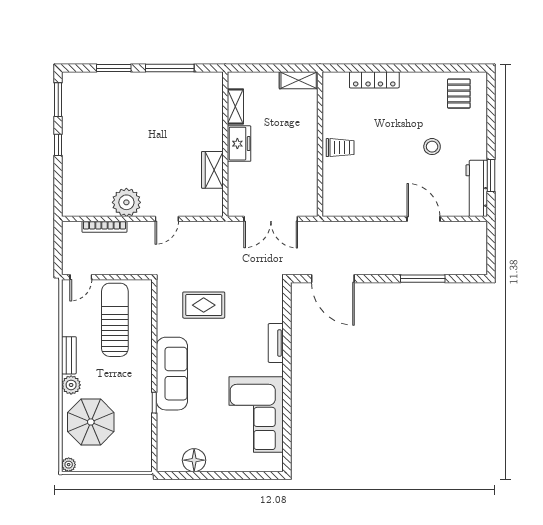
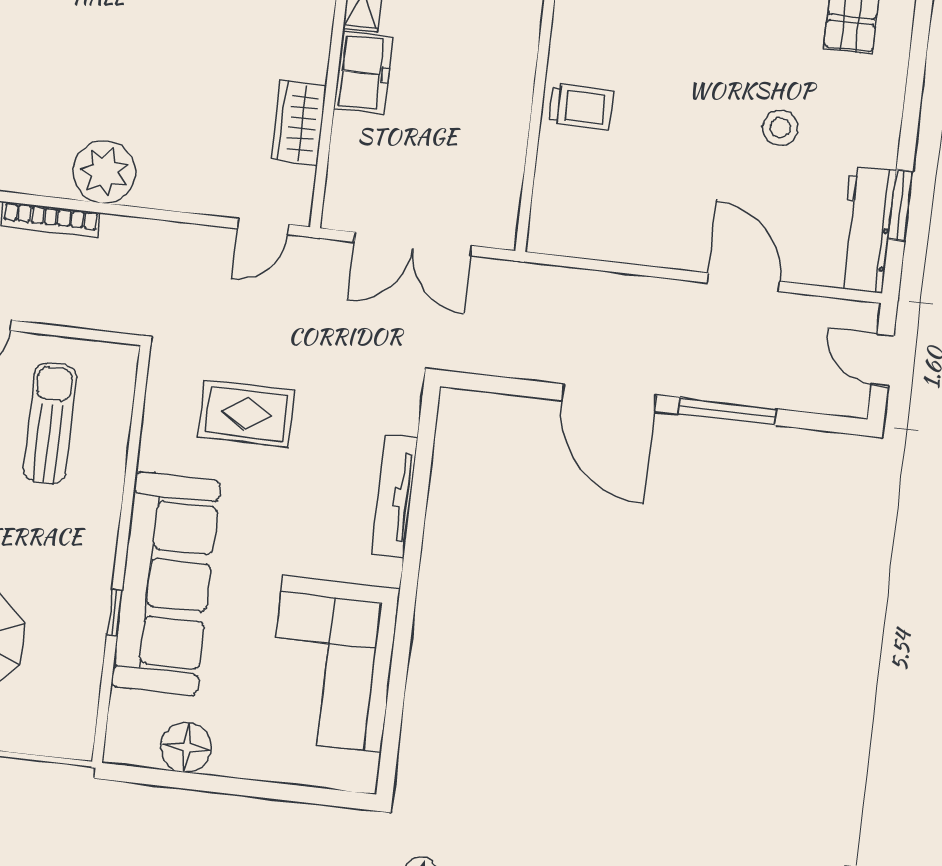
door: (167, 219) -> (263, 227), moved
door: (491, 247) -> (883, 360), added
door: (333, 279) -> (609, 398), moved
sun lounger: (115, 320) -> (50, 423), width x0.73, depth x0.75
tv unit: (276, 343) -> (395, 497), width x1.41
sofa: (172, 374) -> (166, 584), width x1.36, depth x1.27

